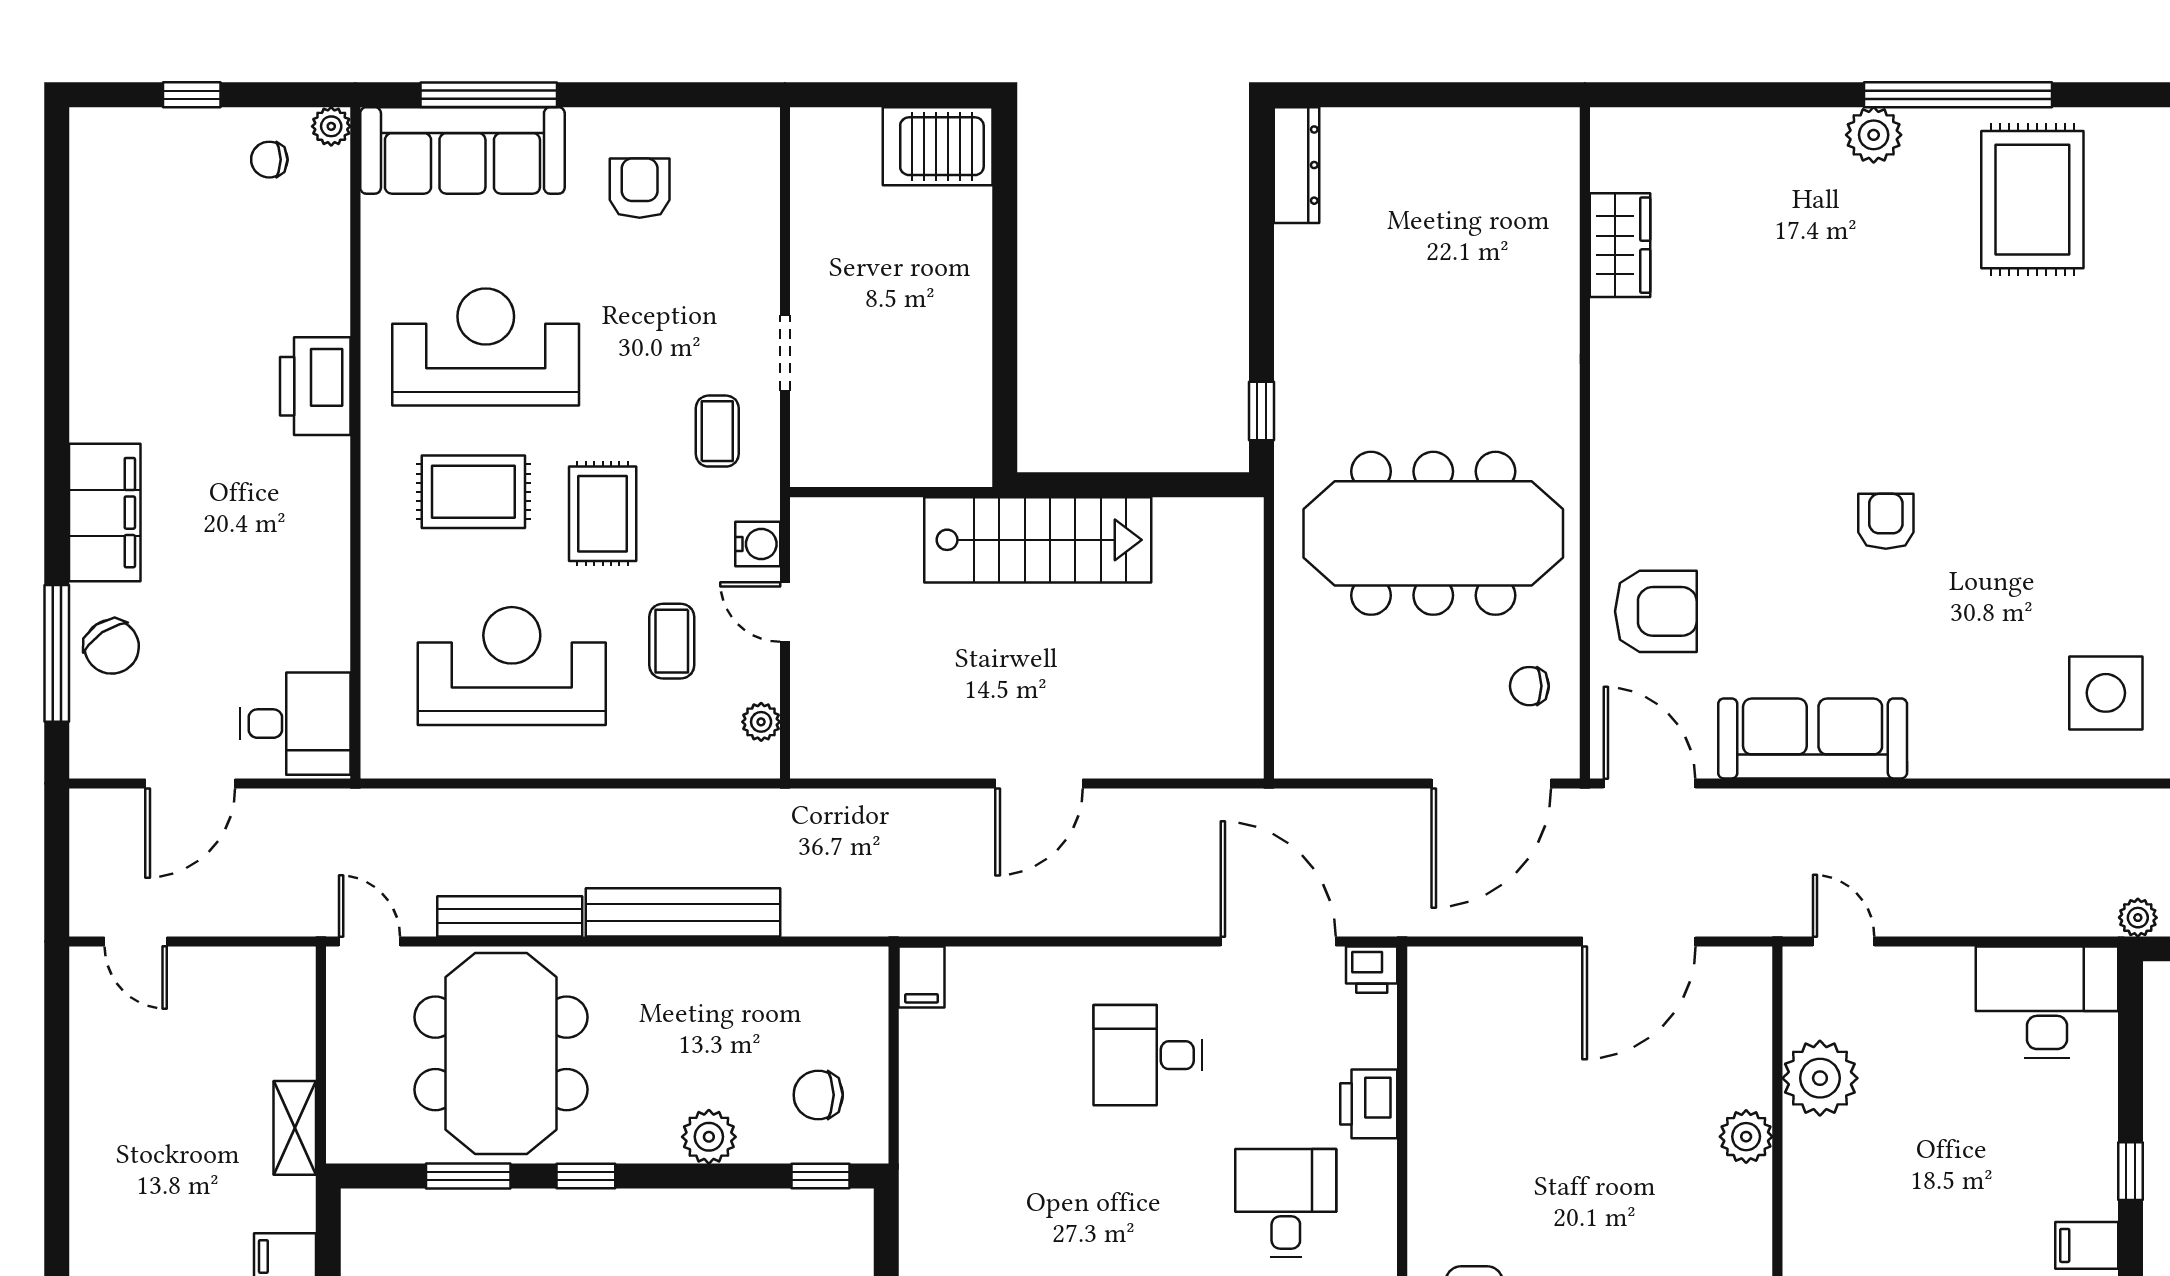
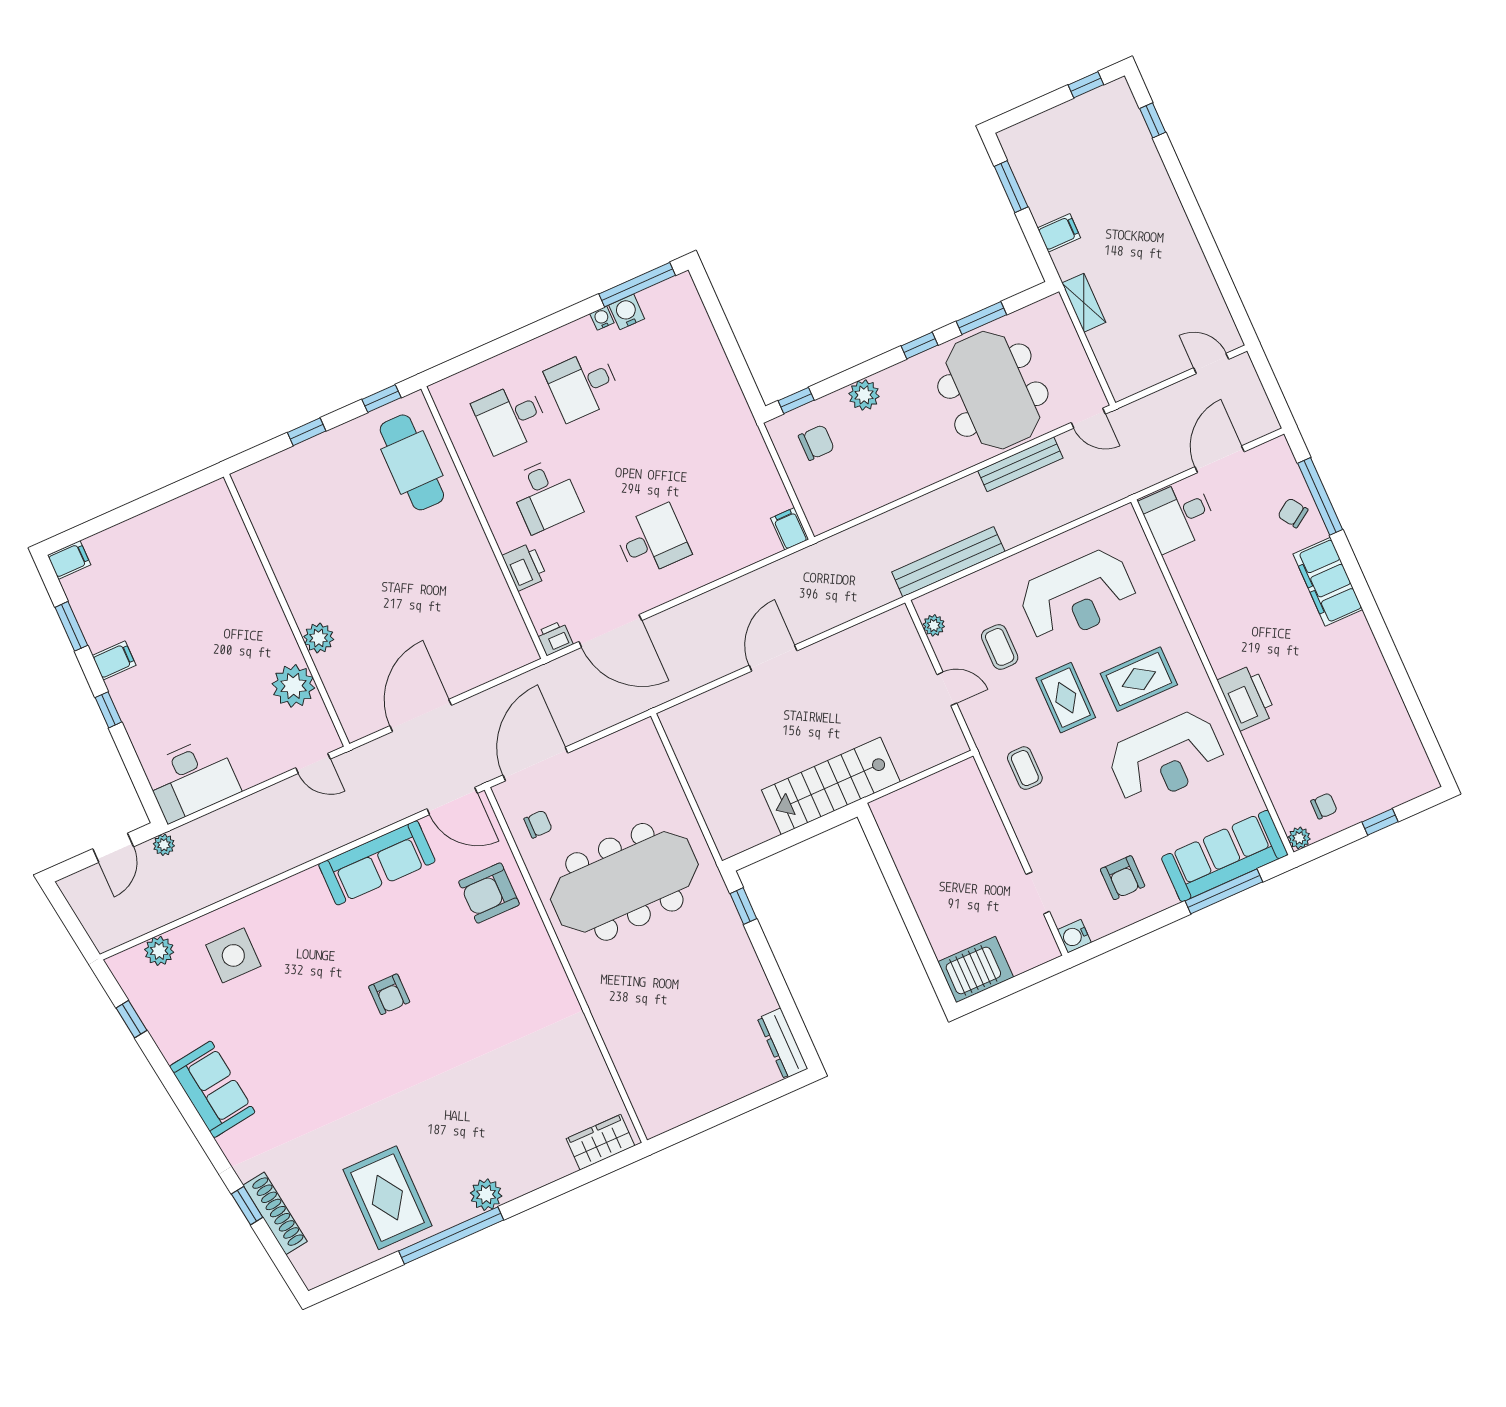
wardrobe: (1620, 245) -> (600, 1142), moved, turned 90
doorway: (785, 353) -> (1038, 893), moved
water cooler: (758, 544) -> (1074, 936), moved
chair: (112, 647) -> (1293, 513), width x0.73, depth x0.73
bench: (683, 912) -> (948, 562), moved

